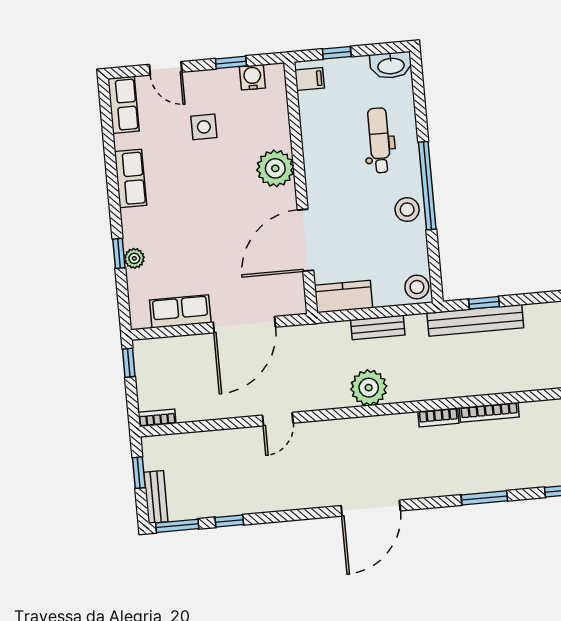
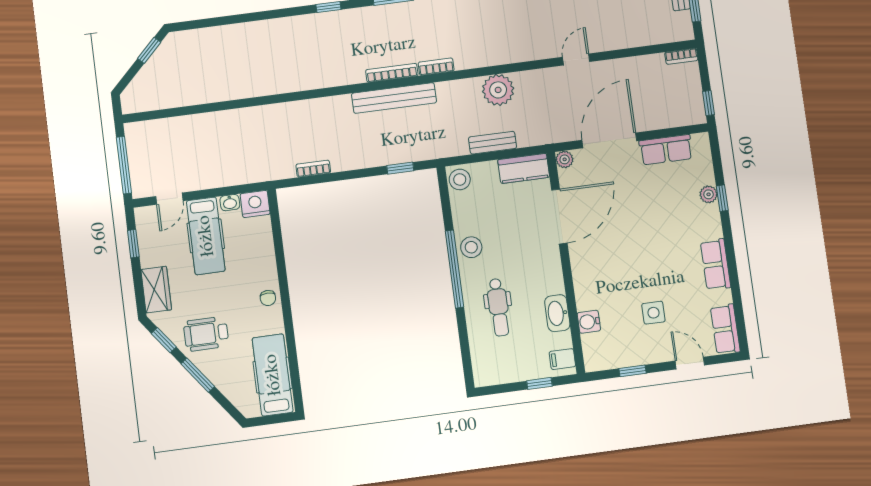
washbasin: (391, 65) -> (557, 313), moved, turned -90
water cooler: (252, 77) -> (589, 322), moved, turned 90
plant: (275, 168) -> (565, 159), moved, width x0.53, depth x0.53
bench: (475, 320) -> (394, 98), moved

